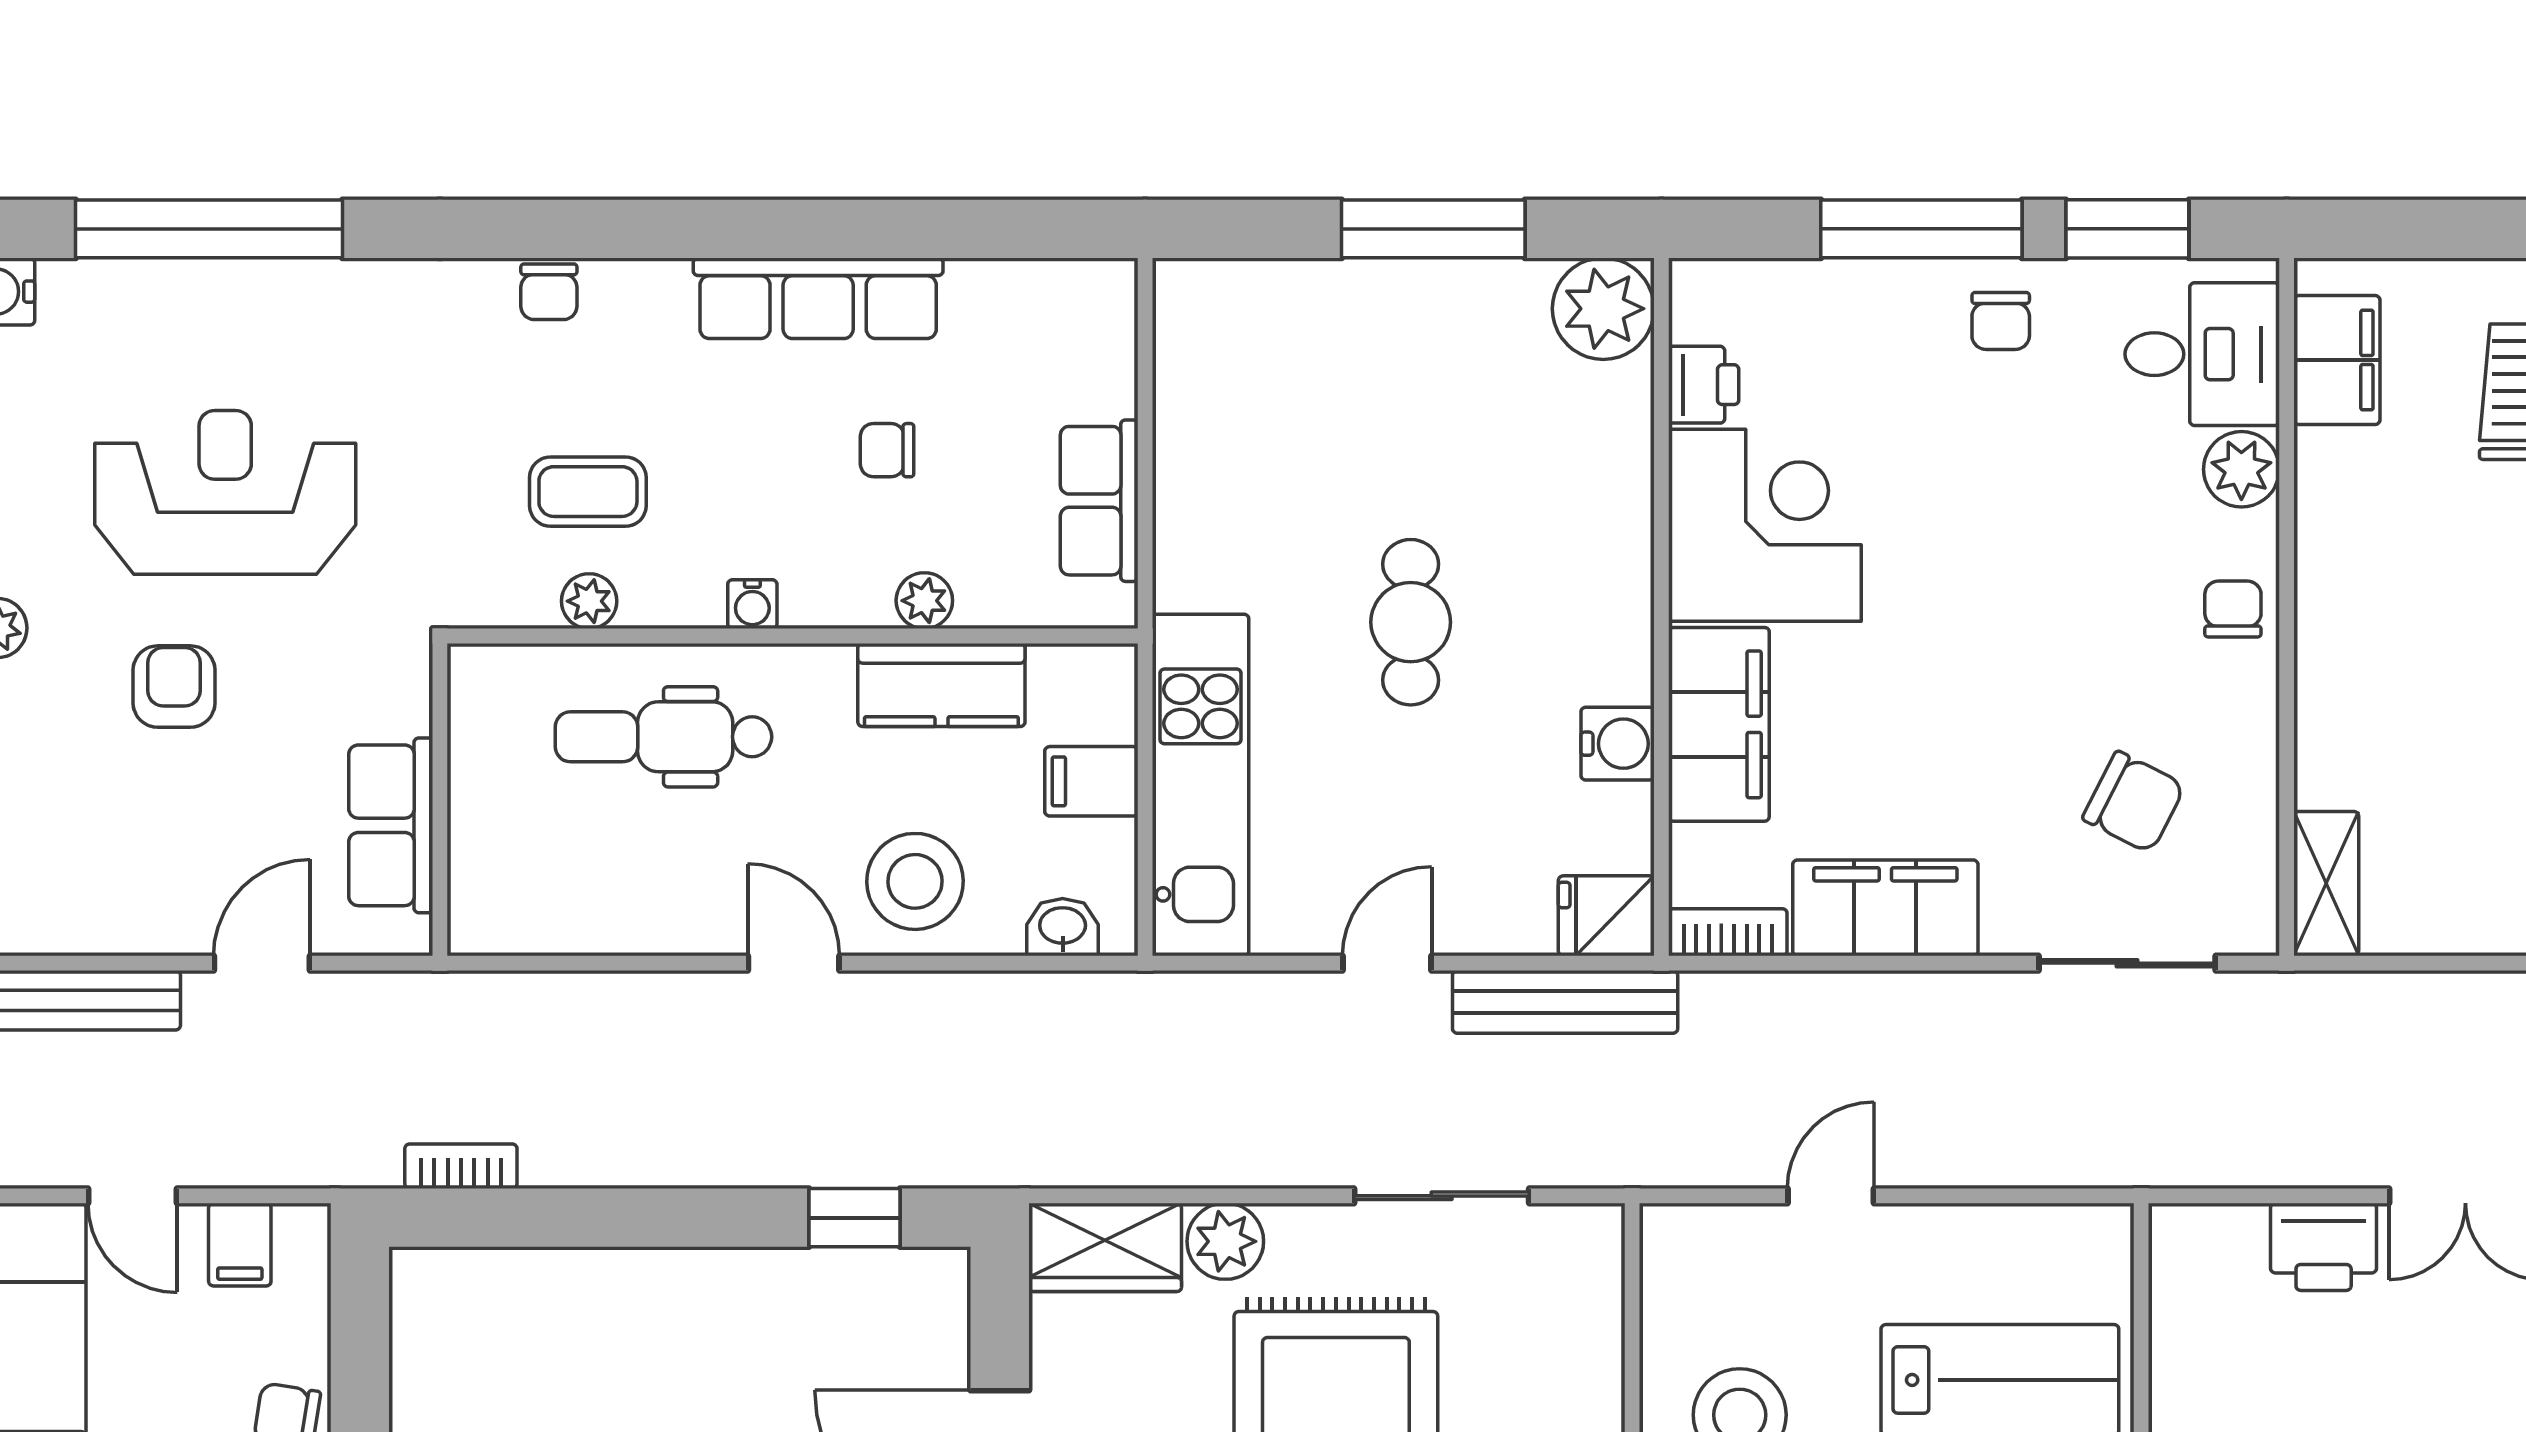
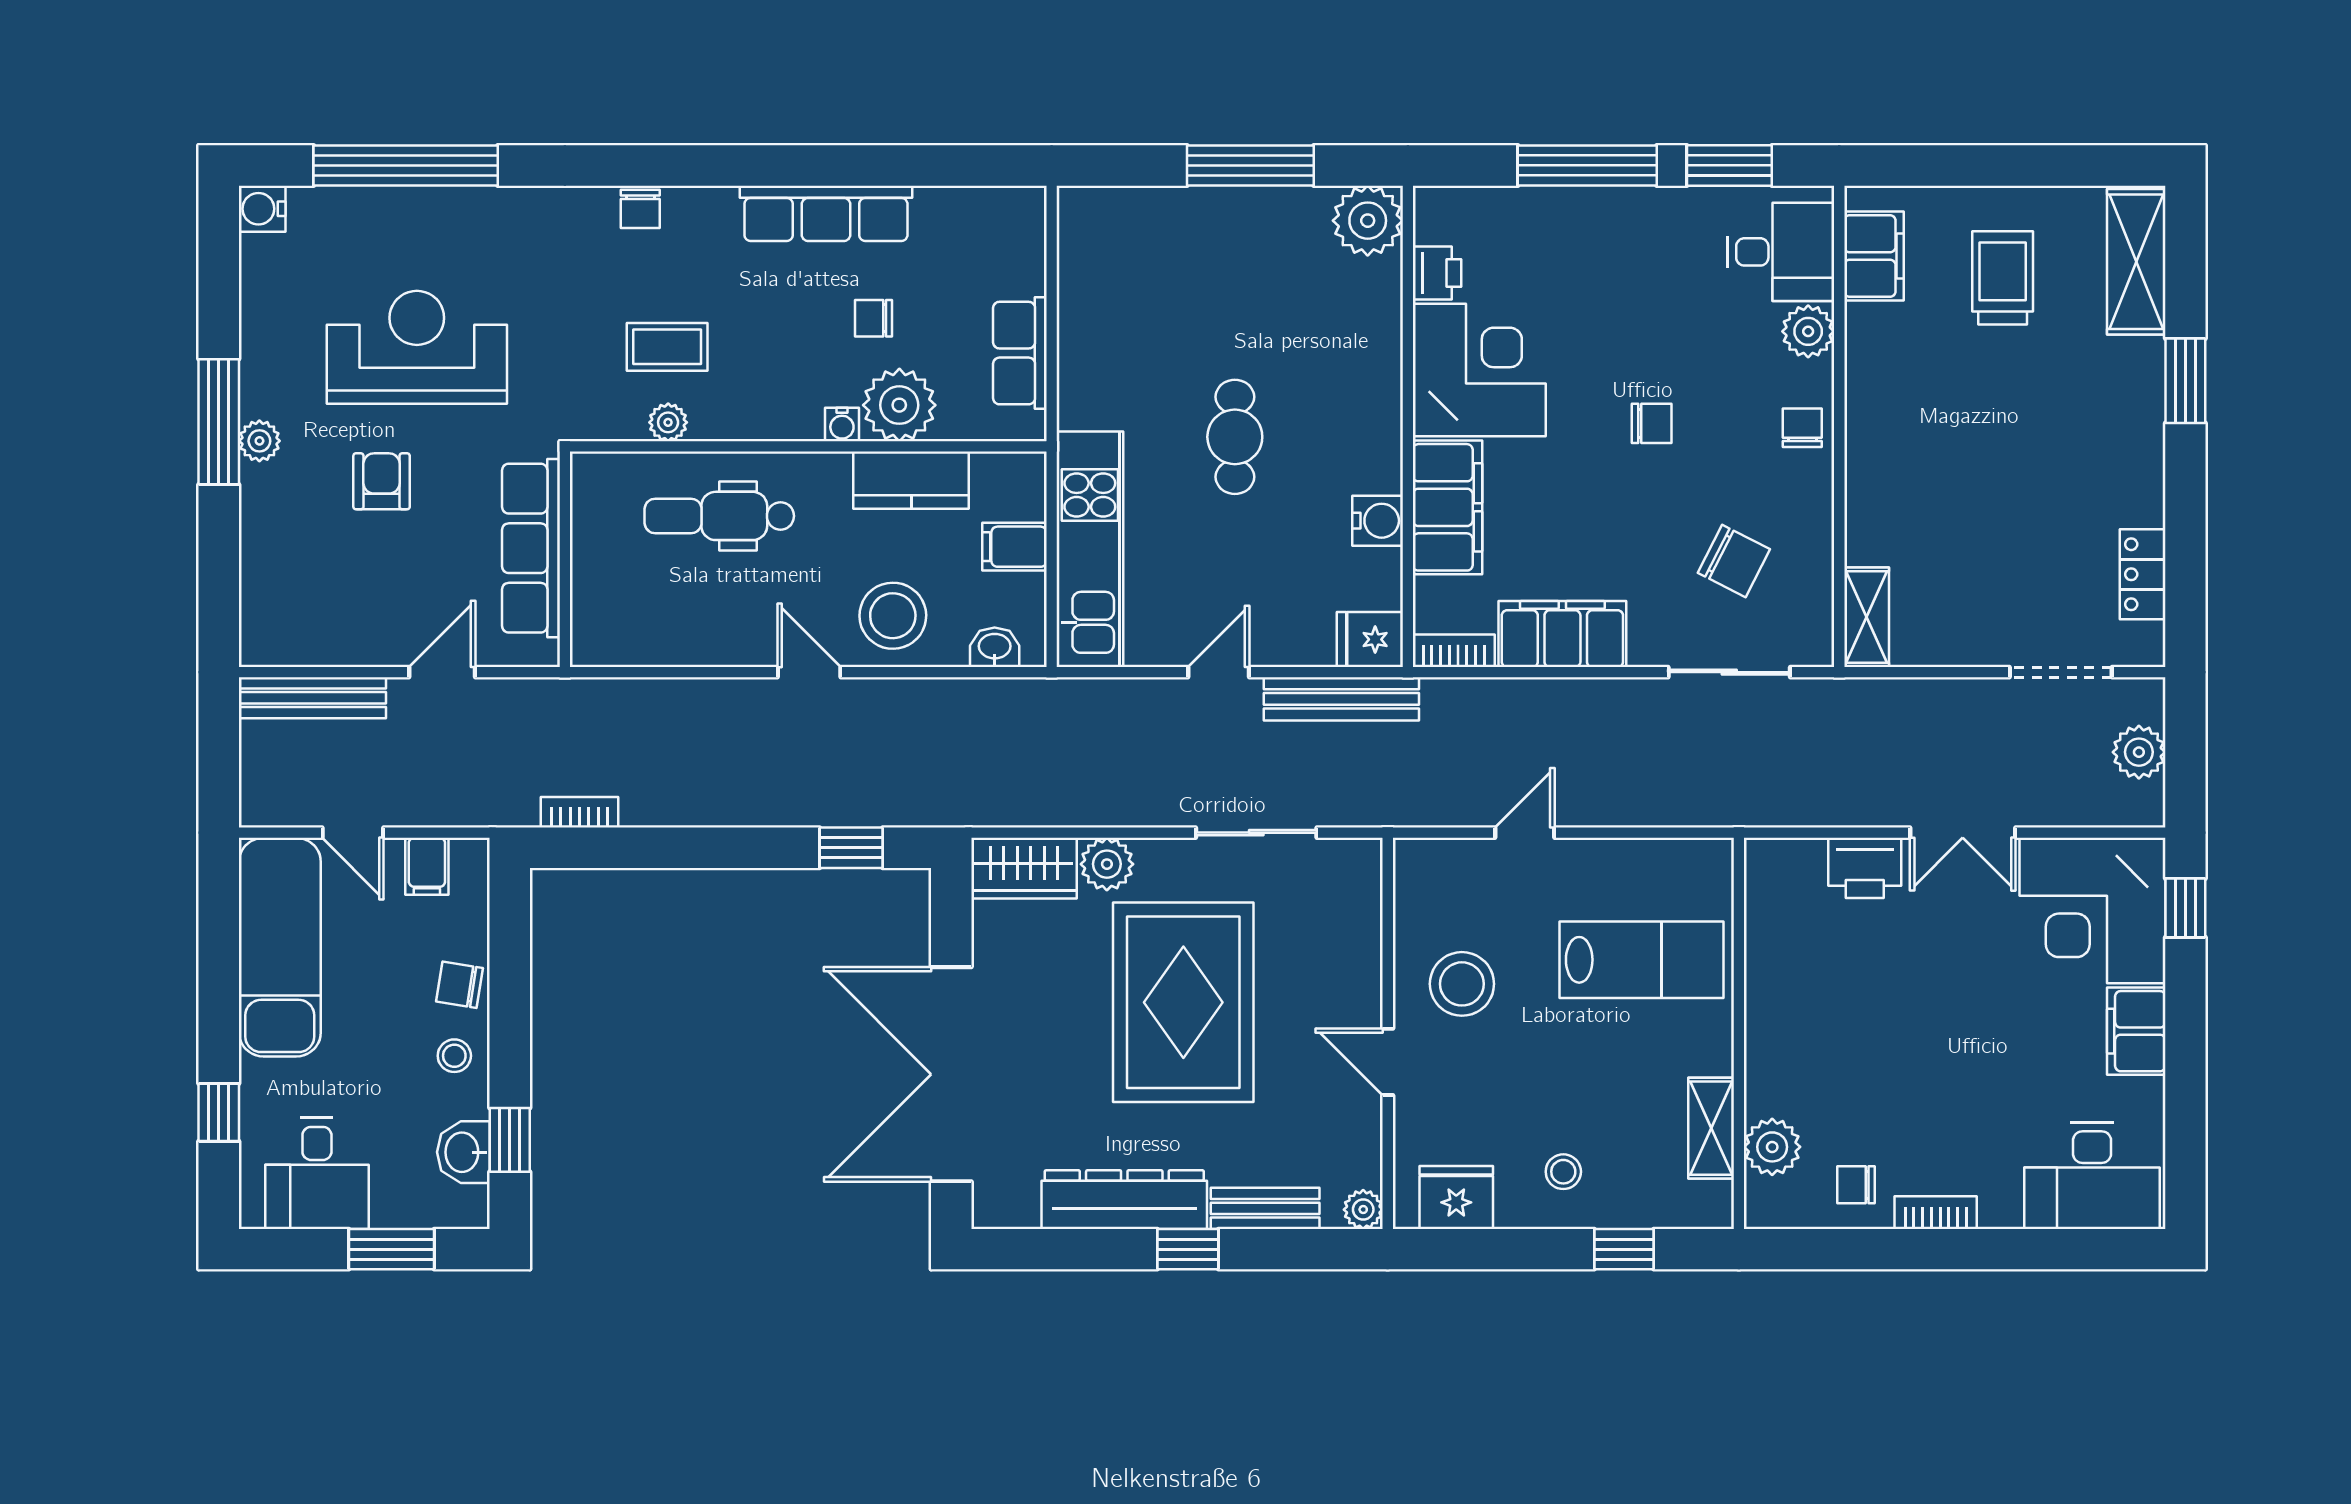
chair: (2001, 321) -> (1652, 423), moved, turned -90
plant: (924, 601) -> (899, 405), width x1.88, depth x1.88
water cooler: (752, 604) -> (842, 424), moved
row of seats: (391, 825) -> (531, 548), width x1.48

